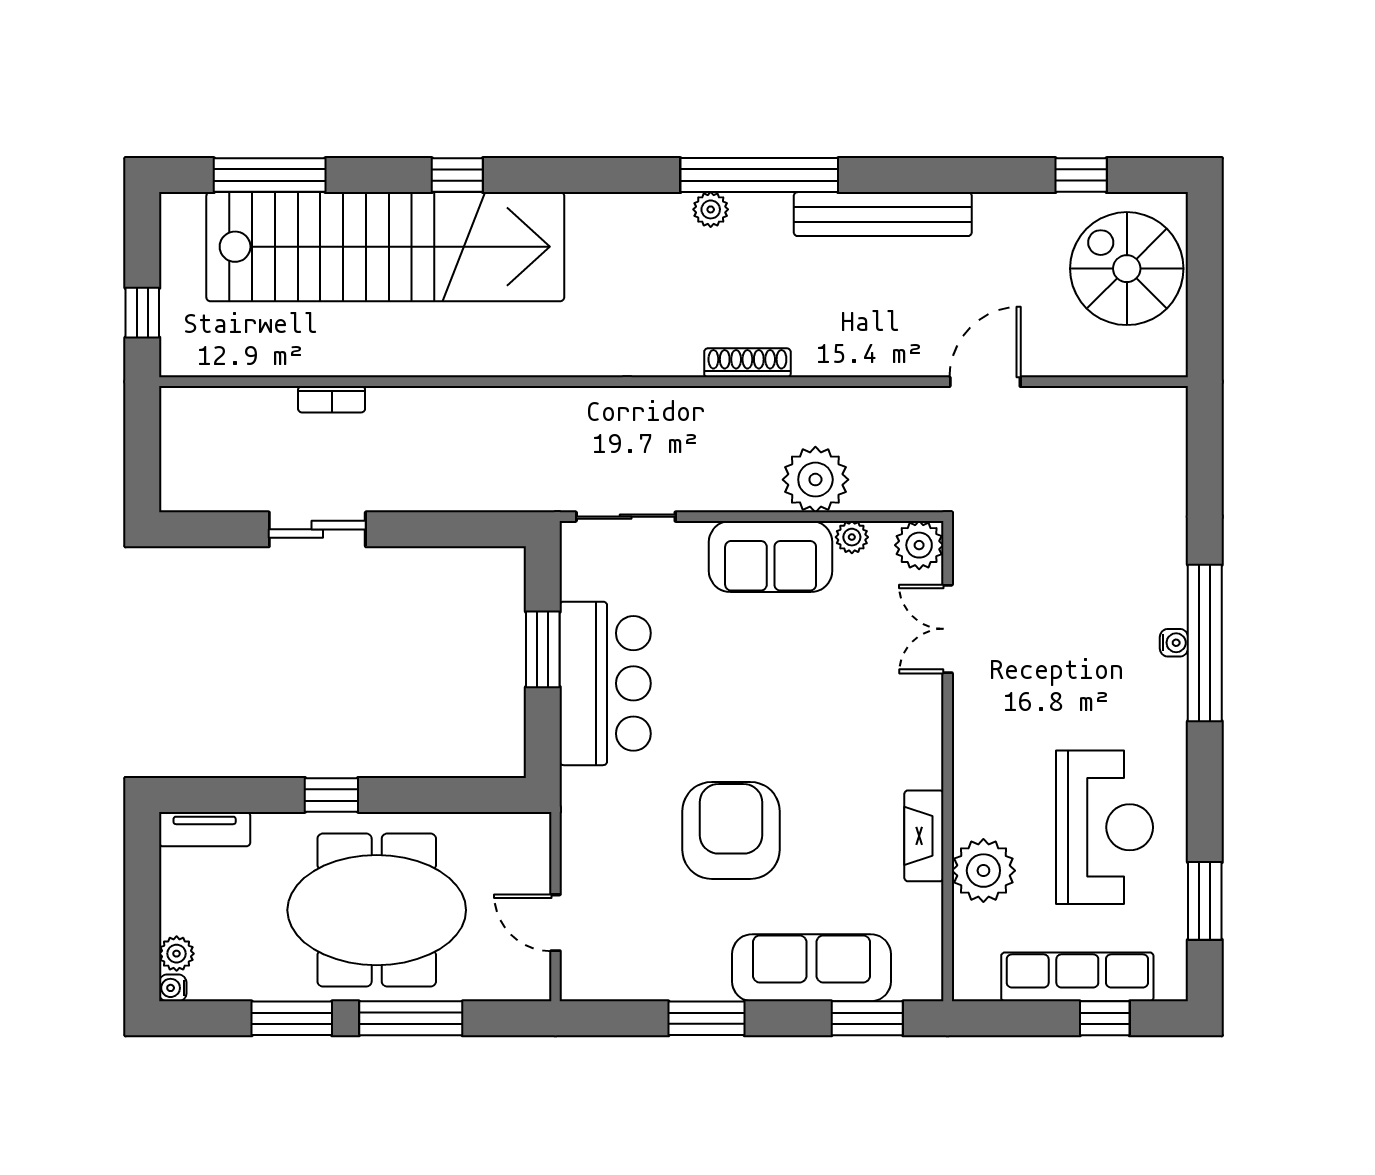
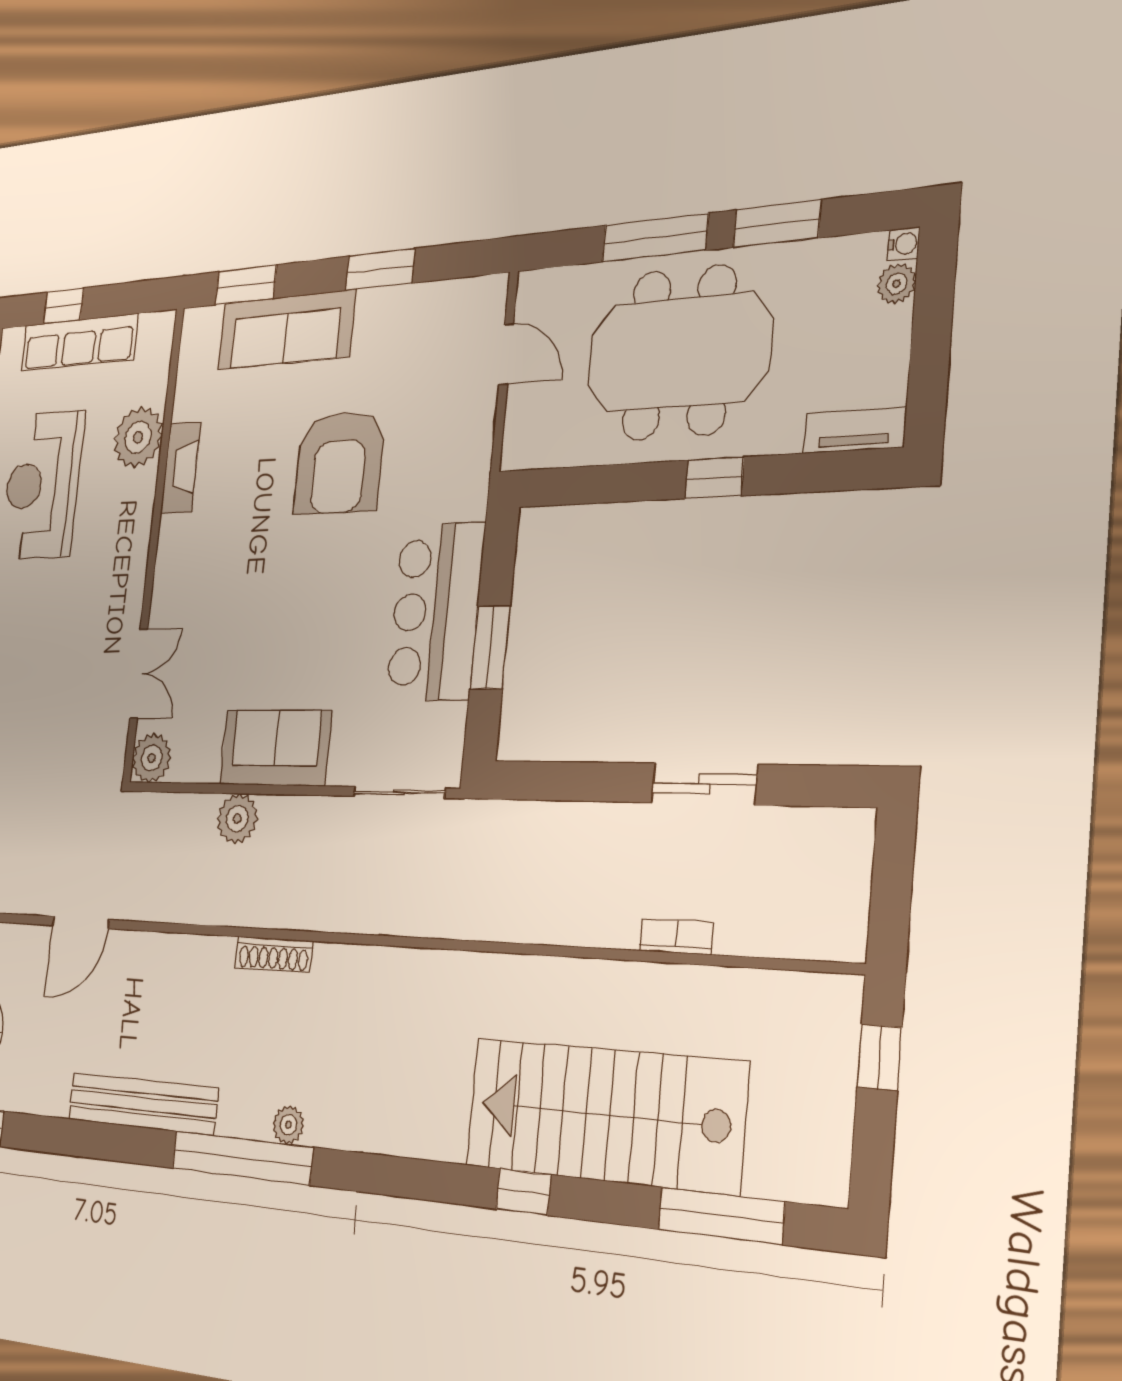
stairs: (385, 247) -> (604, 1115), width x0.73
plant: (815, 480) -> (237, 819), width x0.73, depth x0.73
plant: (852, 537) -> (205, 767), removed

